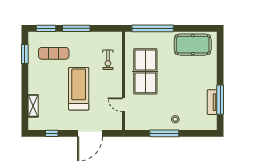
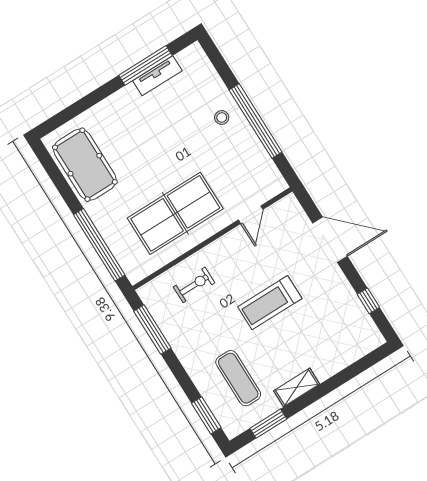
window: (76, 28) -> (152, 330), moved
treadmill: (79, 89) -> (270, 303), width x0.73, depth x0.73
shelving: (33, 106) -> (297, 387), moved
window: (164, 133) -> (256, 121), width x1.46

